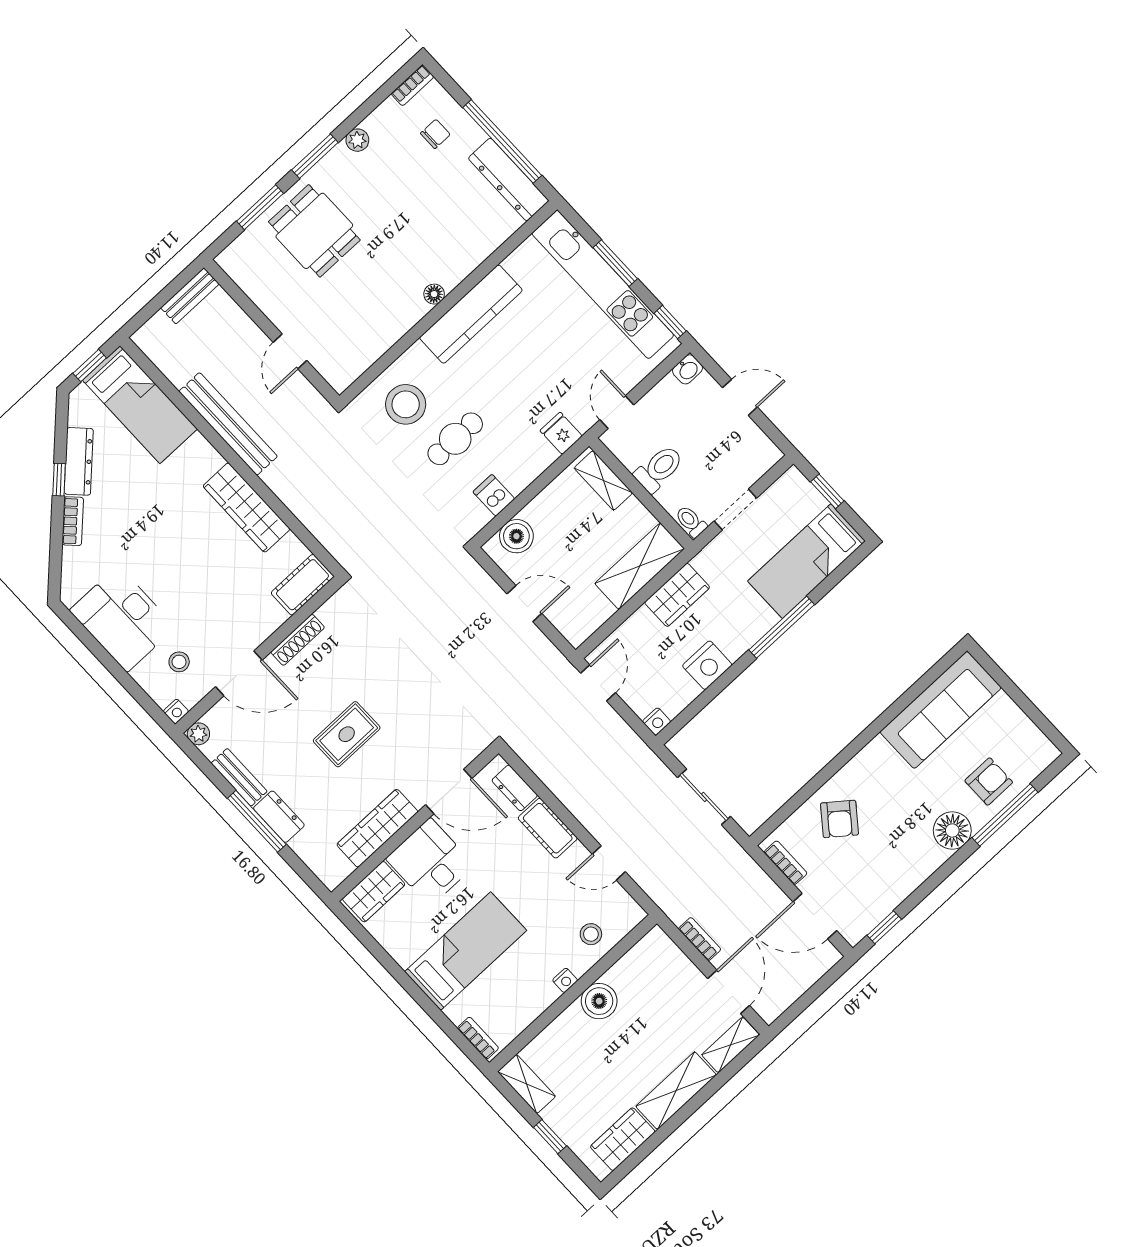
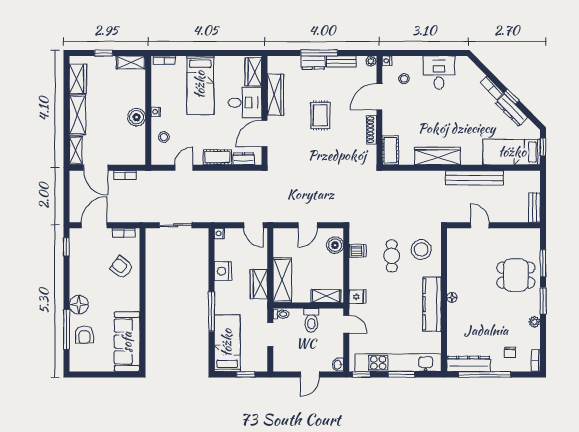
desk: (122, 619) -> (439, 73), width x0.73

